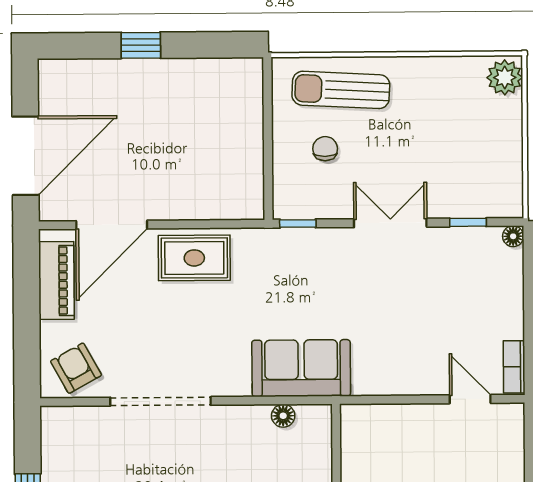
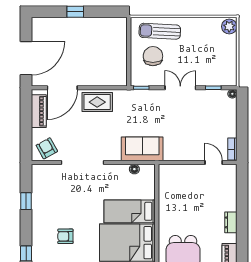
chair: (325, 149) -> (153, 56), width x1.87, depth x1.87

